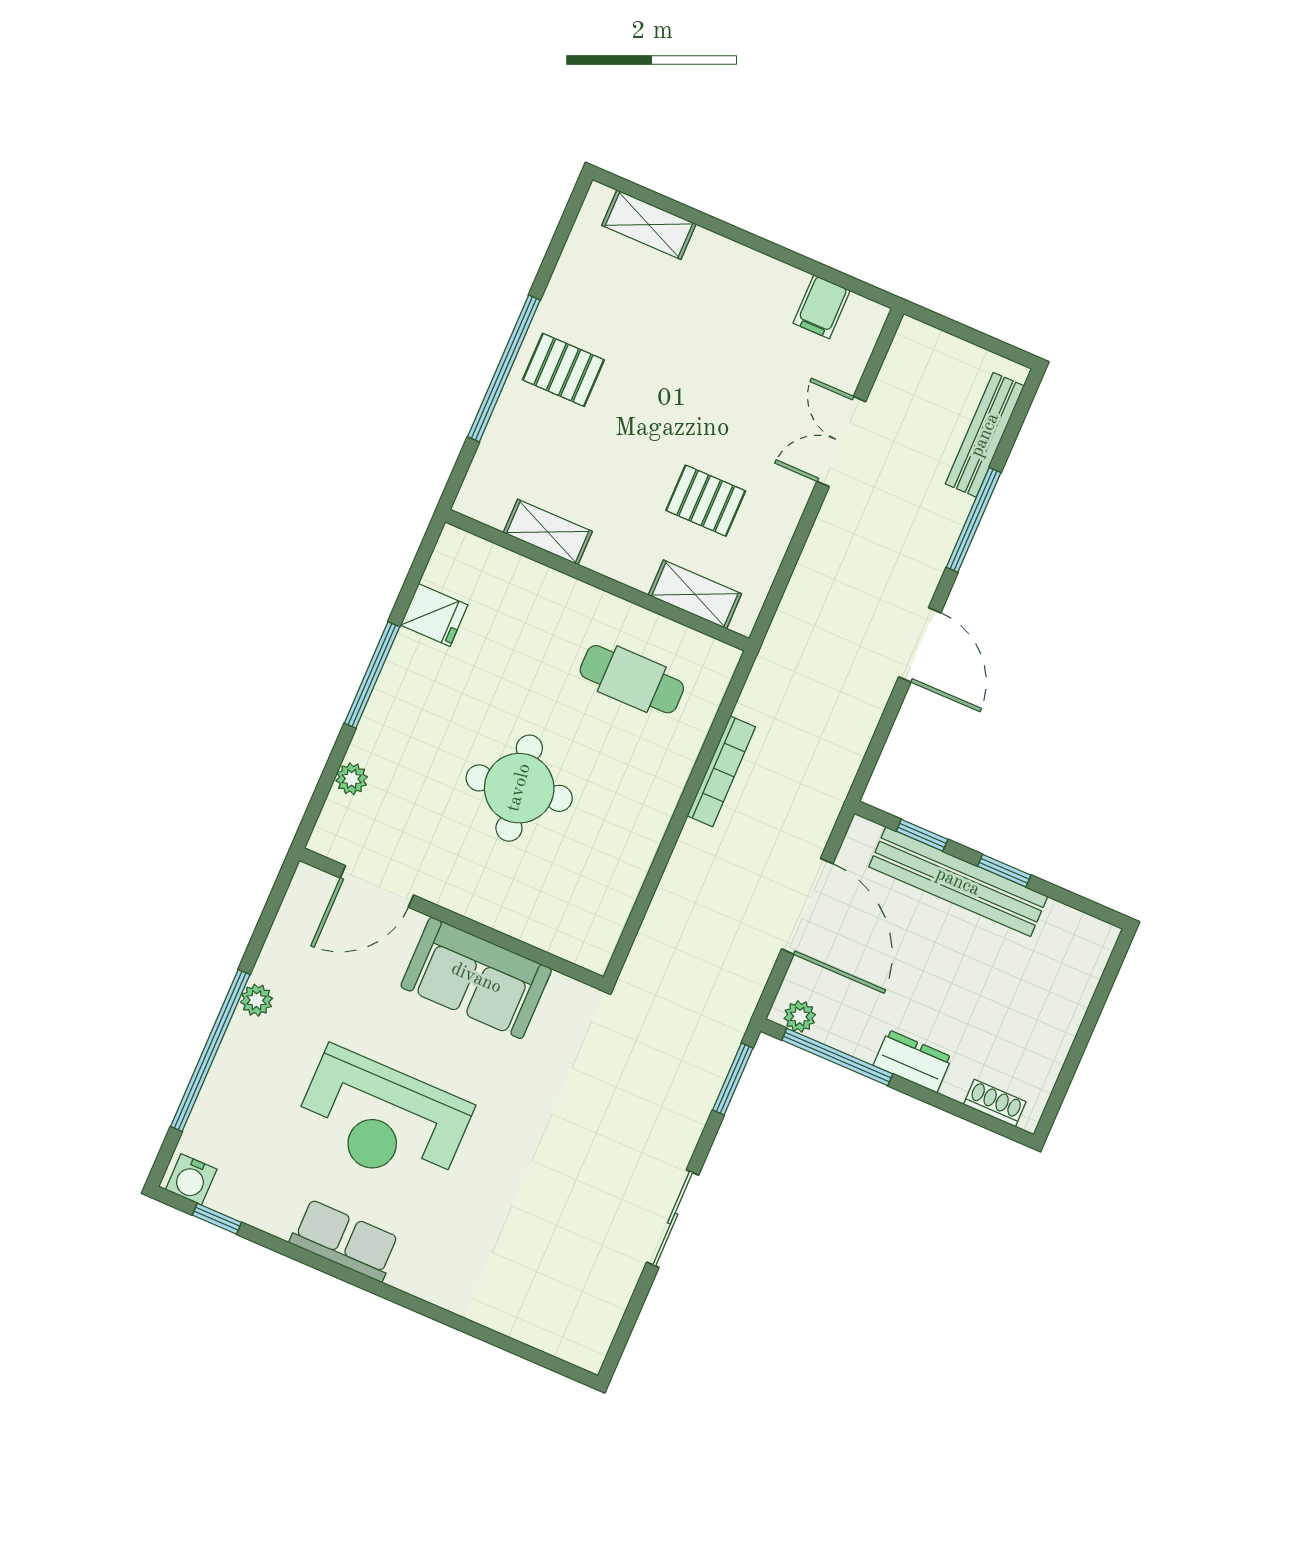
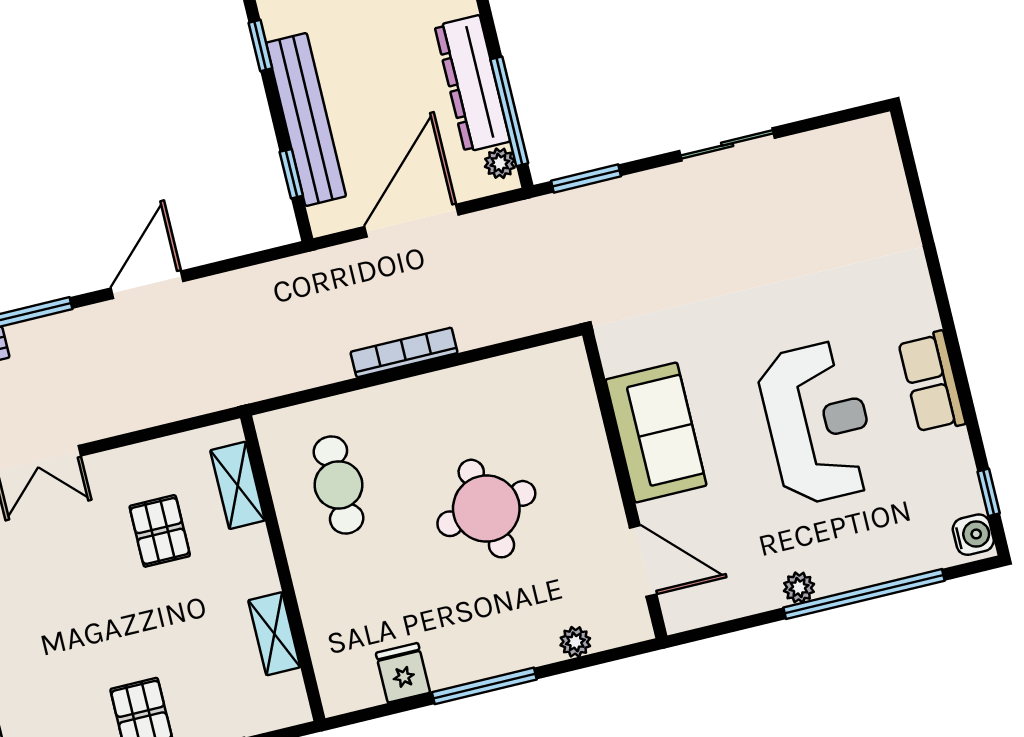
bookcase: (721, 771) -> (404, 352), moved
window: (1004, 871) -> (260, 46), moved
dresser: (913, 1061) -> (472, 84), width x1.96, depth x1.24

